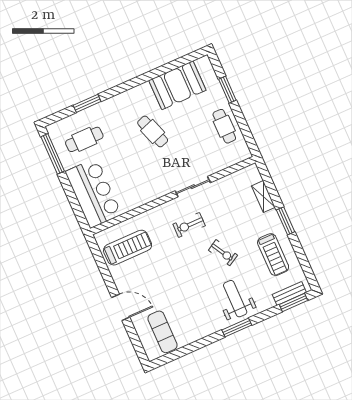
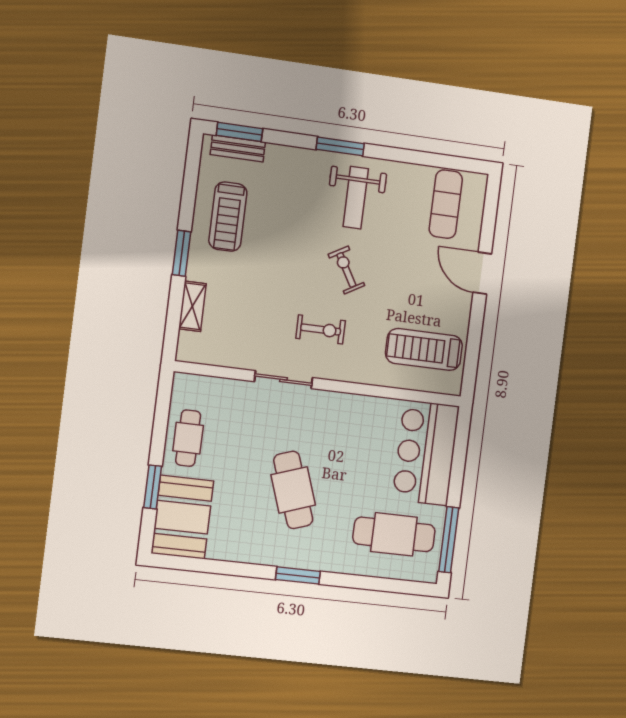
booth: (177, 85) -> (182, 517), moved, turned 90
window: (87, 103) -> (298, 575), moved
cafe table: (153, 131) -> (293, 490), width x1.37, depth x1.35
cafe table: (84, 139) -> (394, 534), width x1.37, depth x1.35
exercise bike: (223, 253) -> (346, 270), moved
treadmill: (273, 255) -> (228, 217), turned 180
weight bench: (235, 299) -> (356, 198), moved

